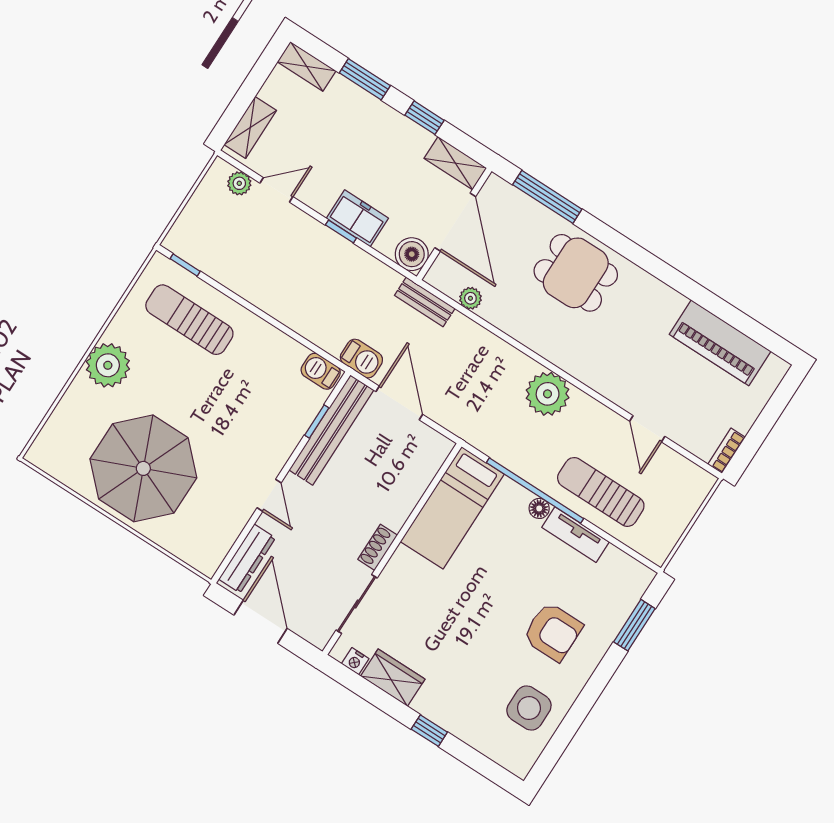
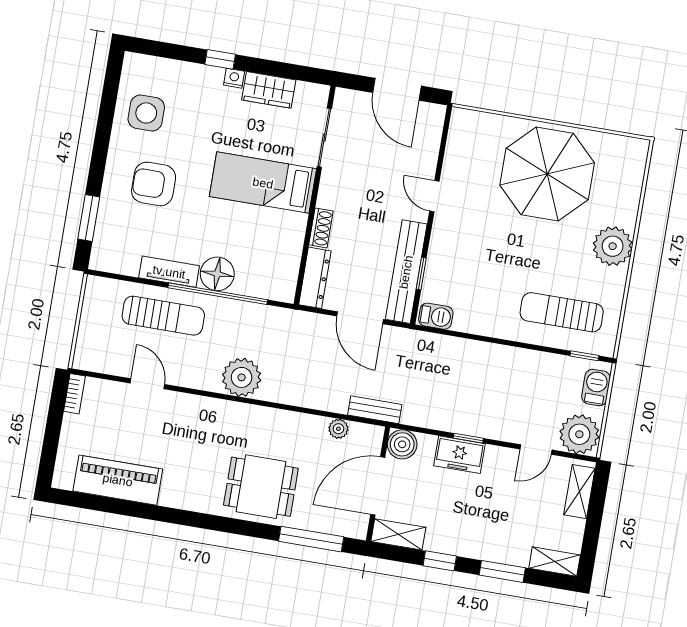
plant: (239, 183) -> (579, 434), width x1.88, depth x1.88
door: (455, 222) -> (378, 486), hinge flipped
sun lounger: (189, 320) -> (562, 312), turned 180
barbecue: (361, 359) -> (596, 388), moved, turned 90
bed: (452, 508) -> (263, 183), moved, turned -90
floor lamp: (539, 508) -> (217, 274), width x1.89, depth x1.89
shoe rack: (378, 547) -> (321, 228), moved
dresser: (247, 559) -> (315, 278), moved, turned 180
nightstand: (355, 661) -> (234, 78), moved

